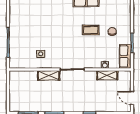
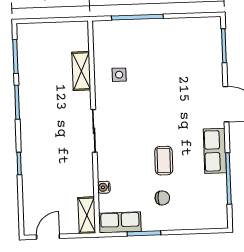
shelving: (49, 75) -> (81, 71), moved
shelving: (107, 75) -> (87, 215), moved

